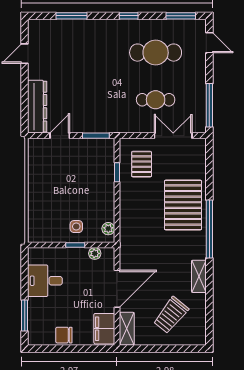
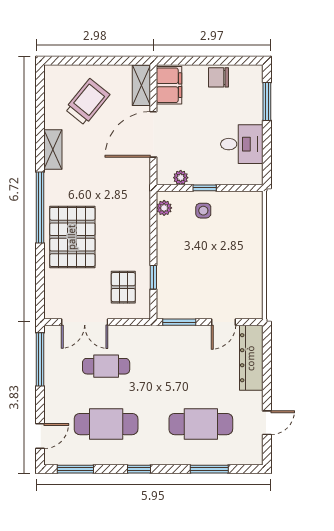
door: (209, 43) -> (40, 436), swing flipped
cafe table: (78, 53) -> (201, 424), added
chair: (64, 335) -> (218, 77), turned 180

